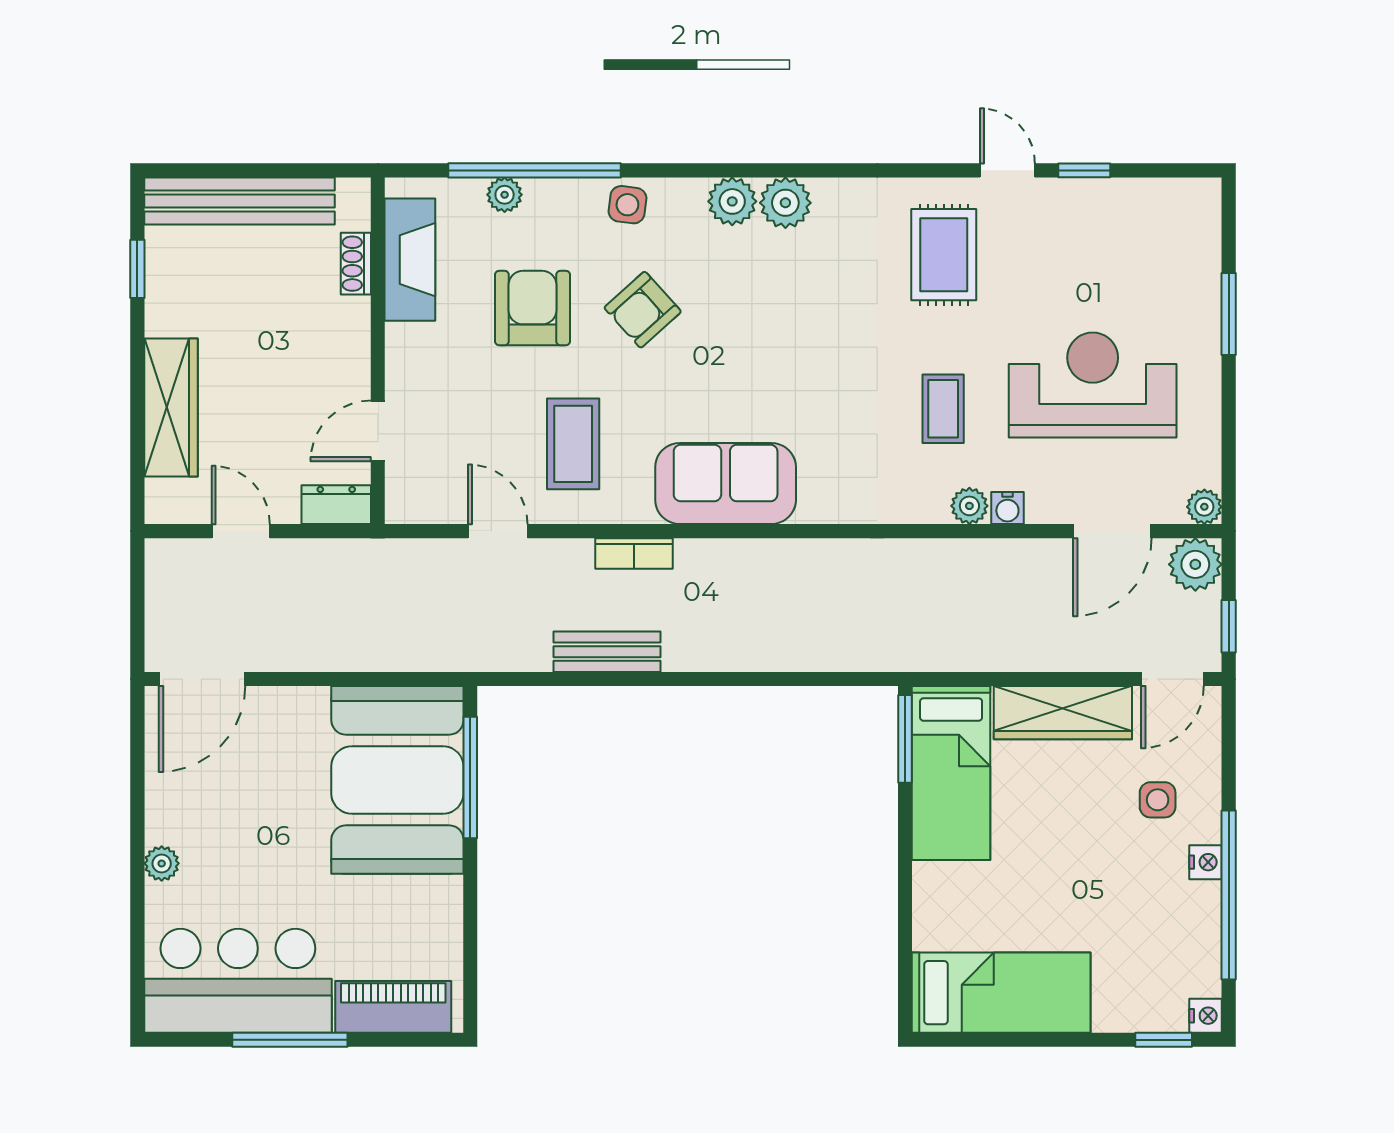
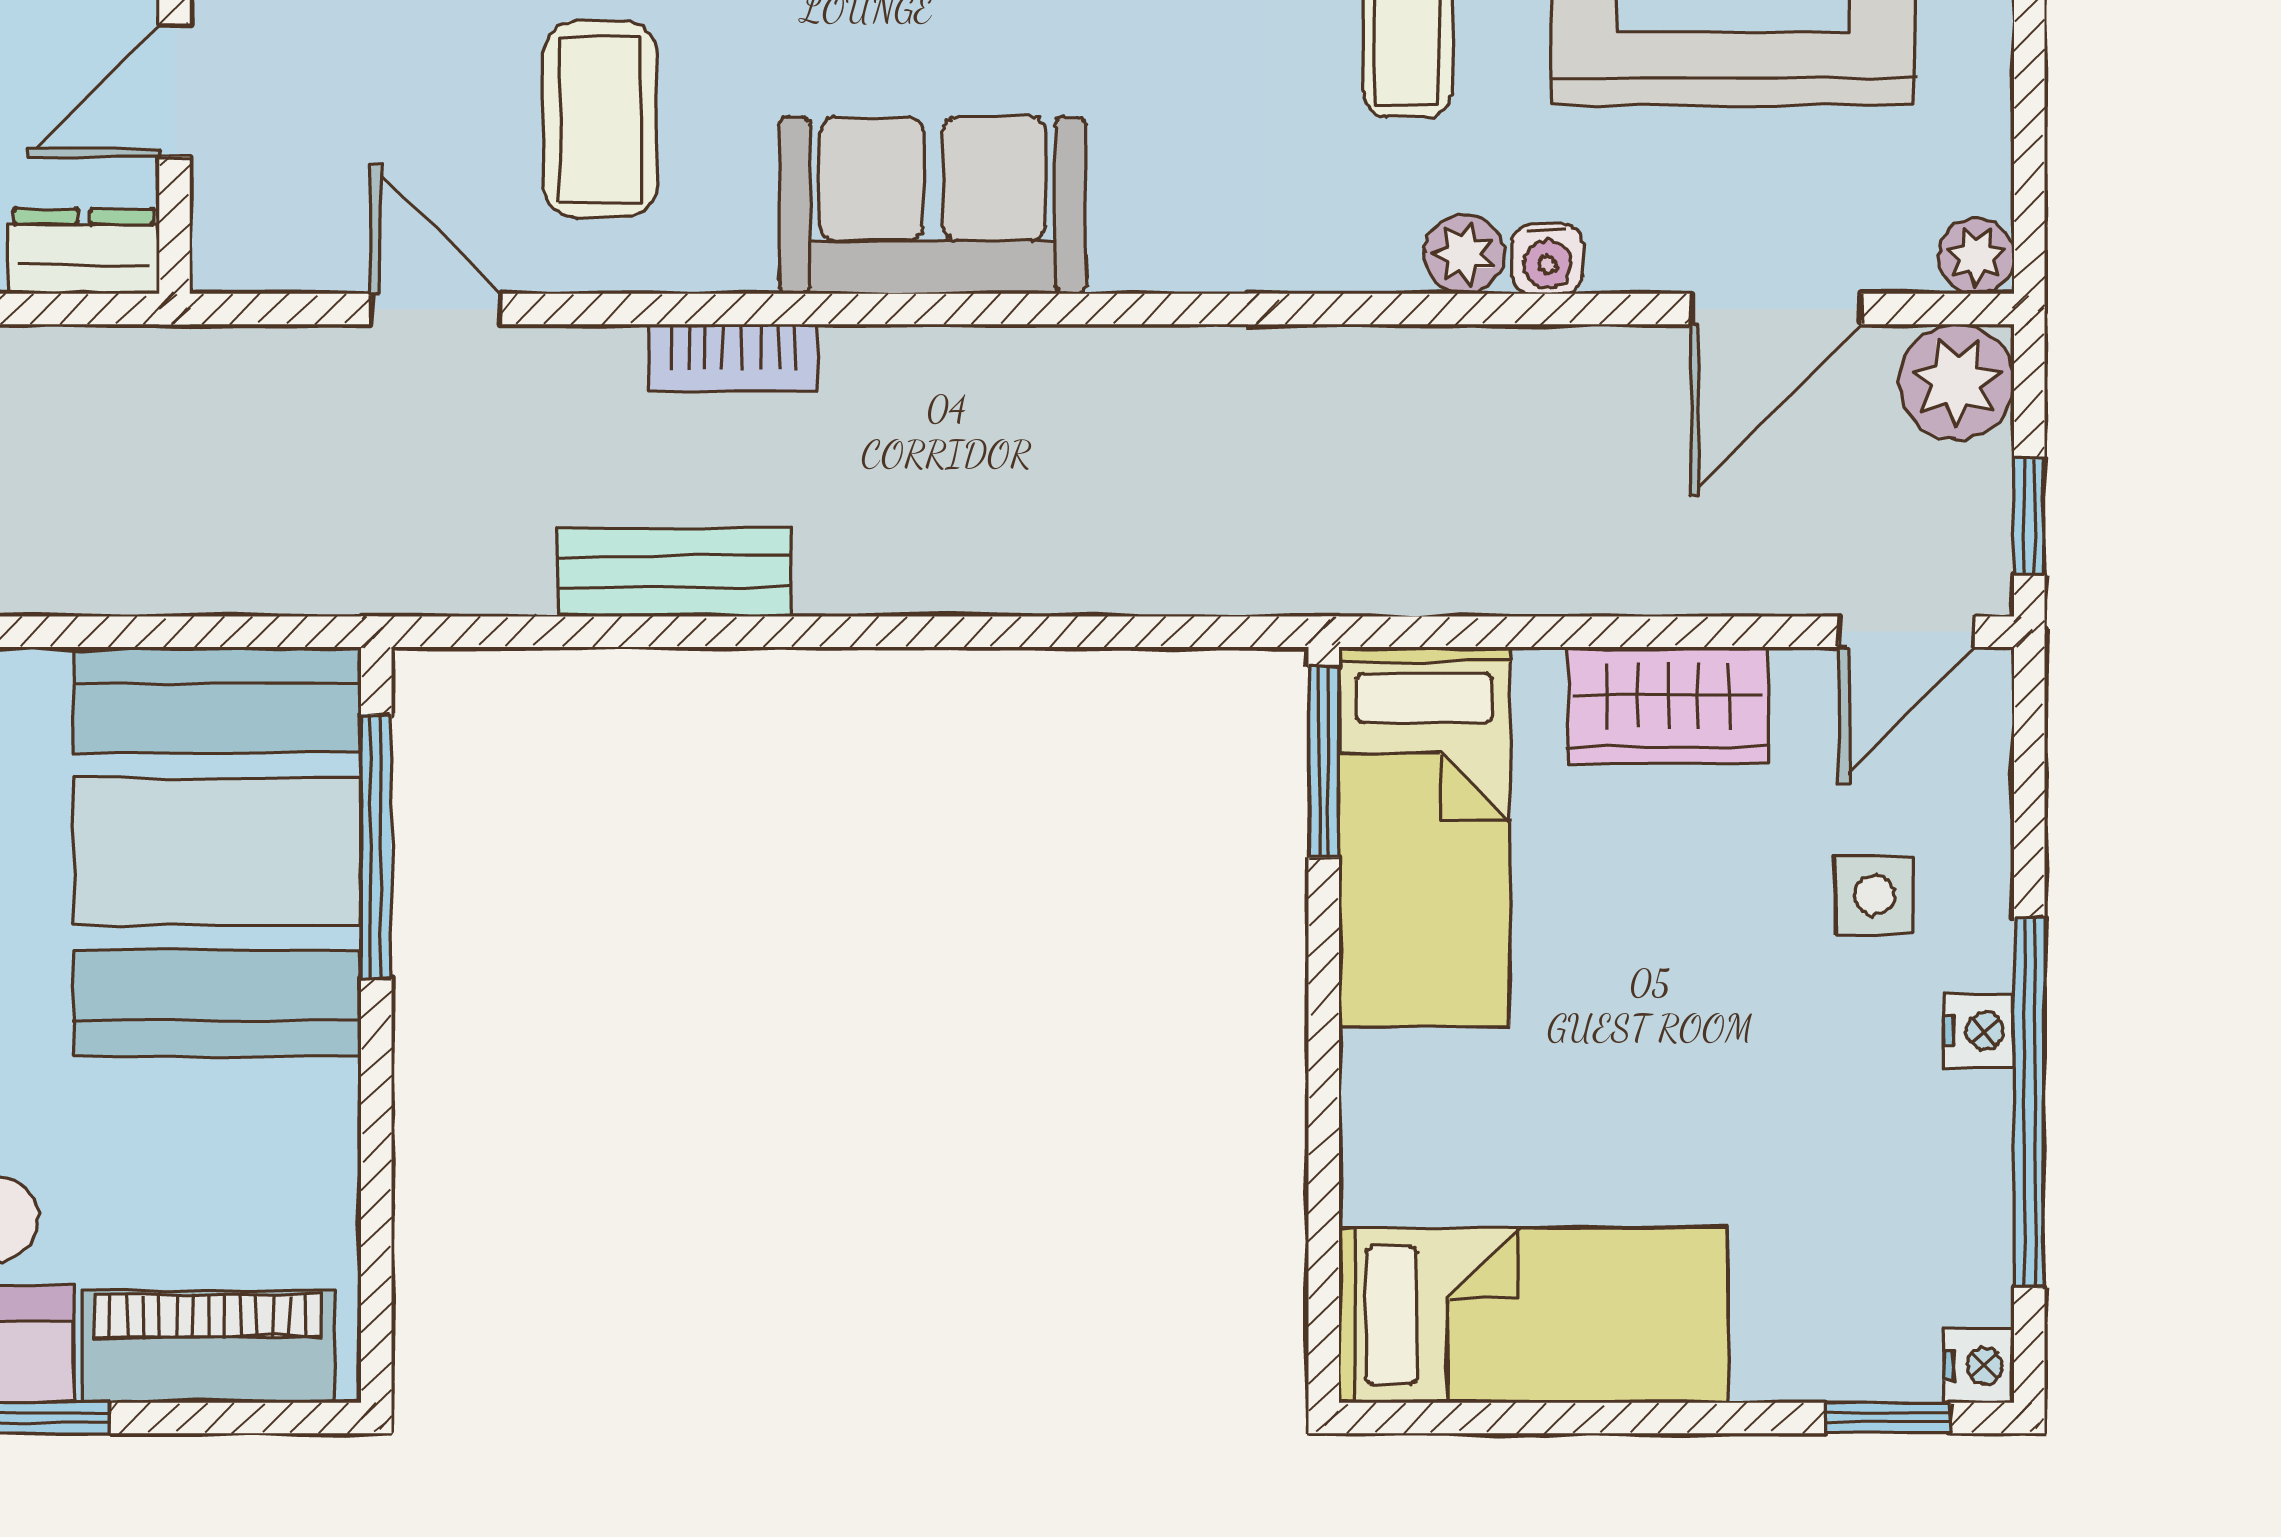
wardrobe: (1063, 713) -> (1668, 705), width x0.67

